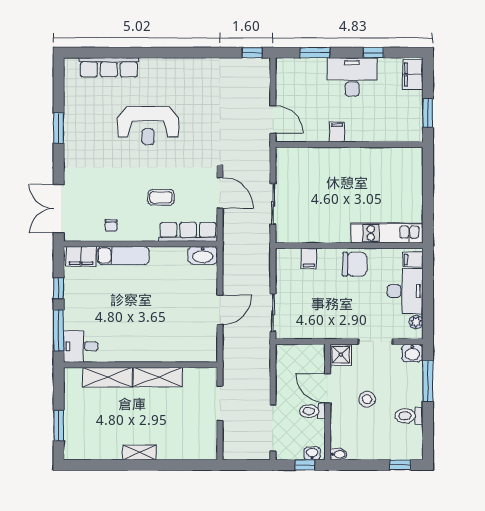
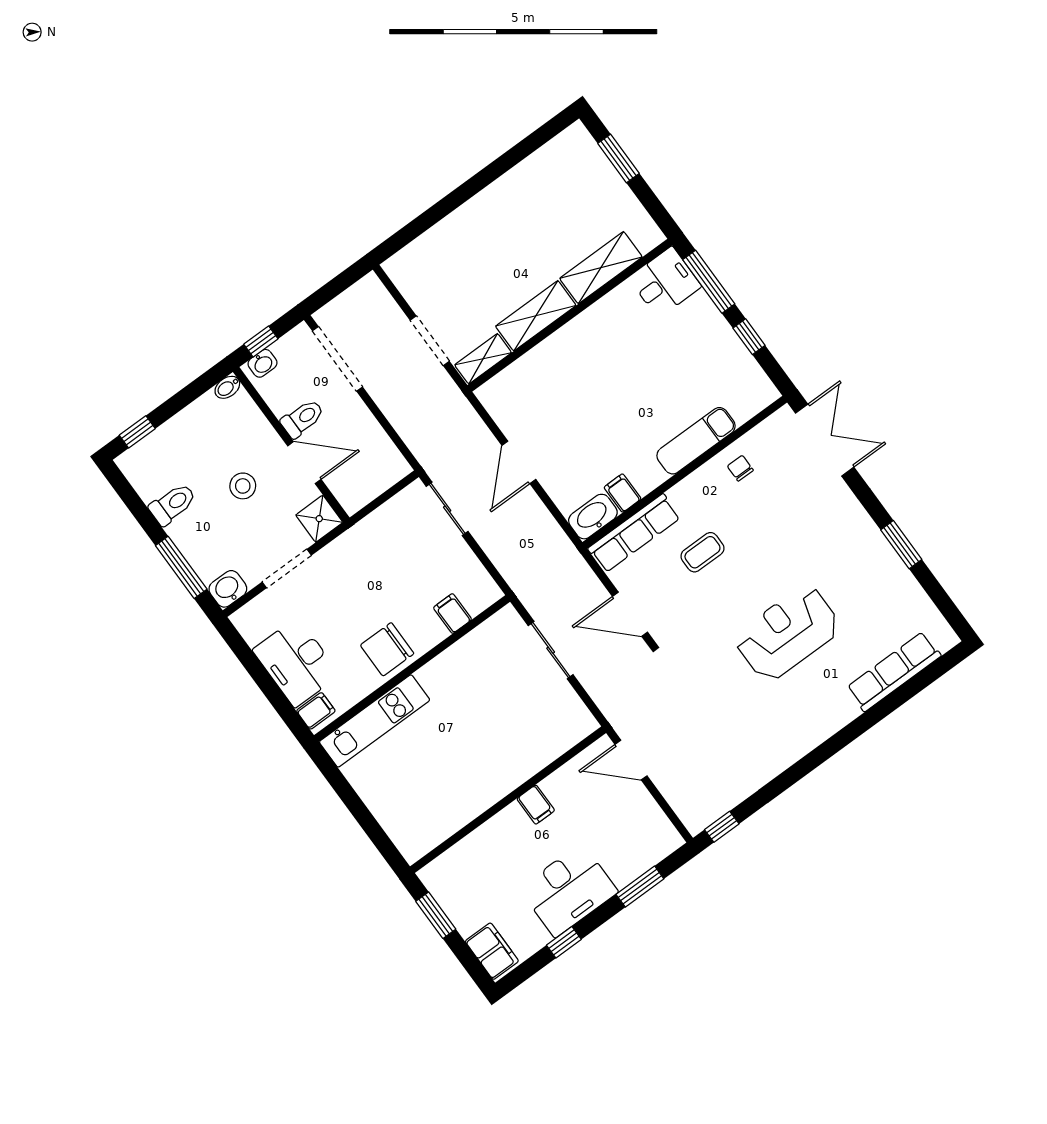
filing cabinet: (81, 256) -> (623, 493), moved, width x0.50
plant: (416, 322) -> (253, 633), removed
shelving: (140, 452) -> (483, 359), moved

